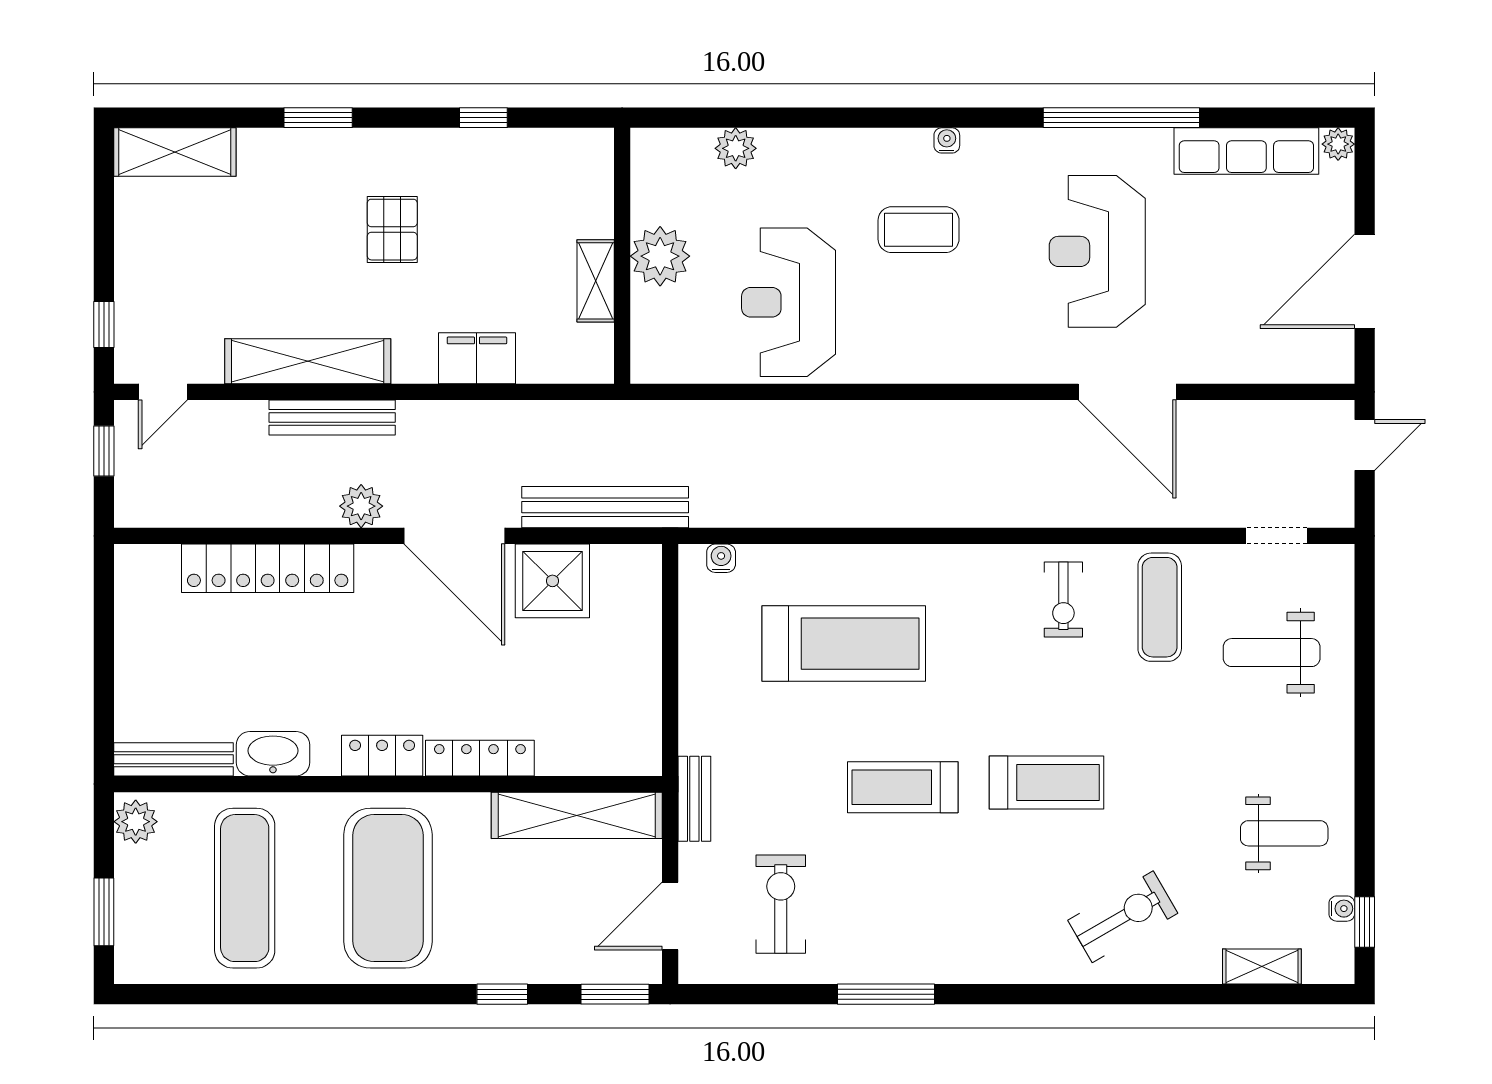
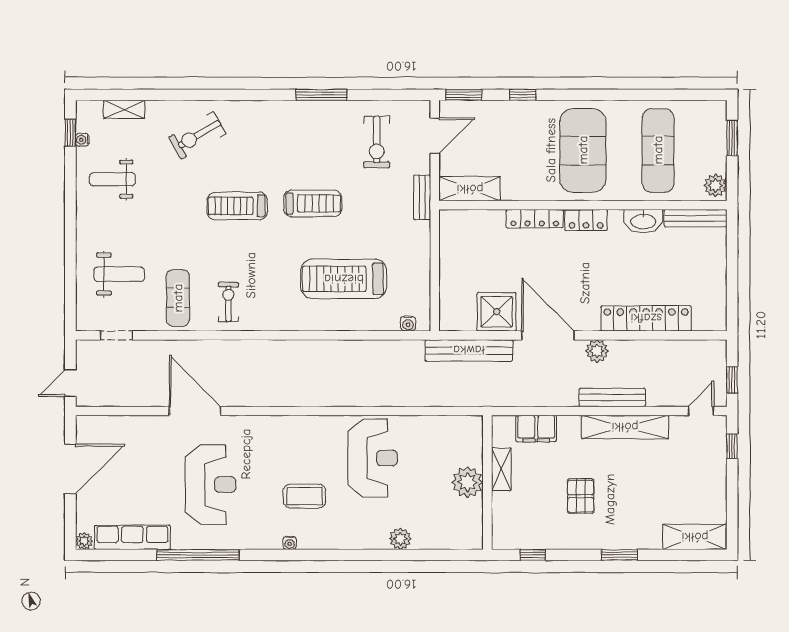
wall: (622, 256) -> (487, 482), moved
plant: (660, 256) -> (467, 482), moved
shelving: (596, 281) -> (501, 469), moved
shelving: (577, 815) -> (470, 189), width x0.68

